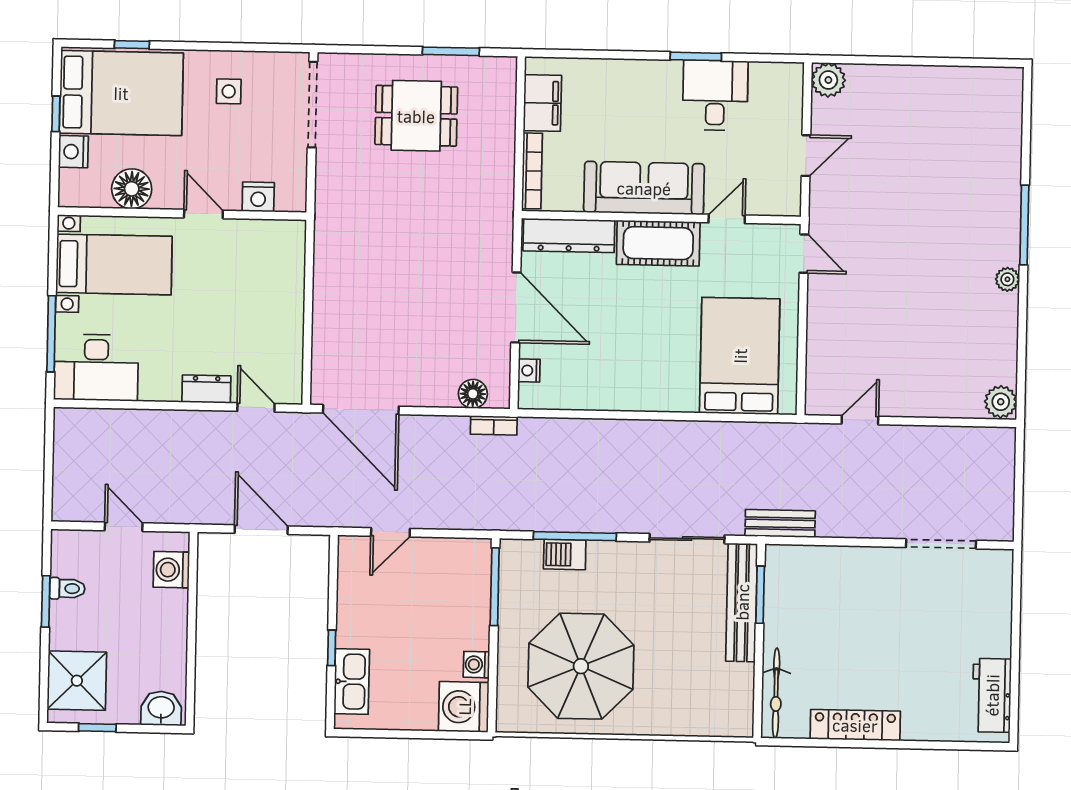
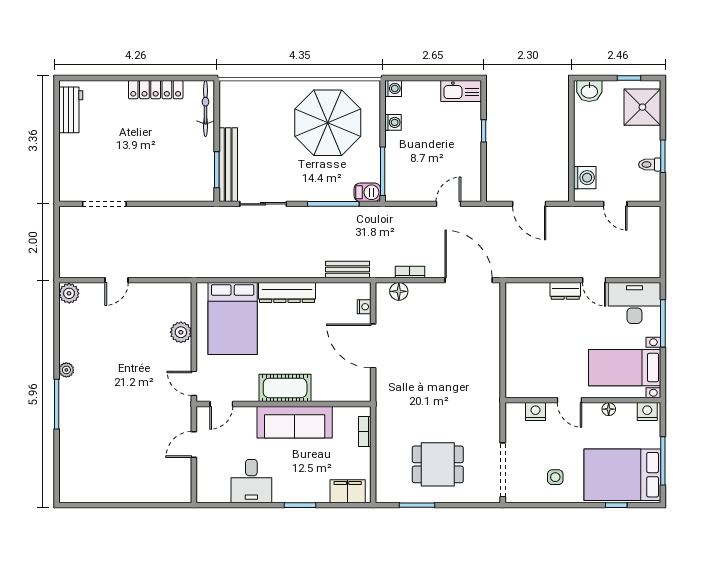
window: (696, 56) -> (300, 505), moved
plant: (828, 80) -> (181, 332), moved
filing cabinet: (542, 103) -> (348, 491), moved, turned 90
window: (56, 114) -> (663, 461), width x2.17
nightstand: (73, 152) -> (647, 412), moved, turned -90
bookcase: (532, 171) -> (365, 431), width x0.64
floor lamp: (132, 189) -> (609, 409), width x0.53, depth x0.53
door: (727, 219) -> (221, 404), moved
dresser: (569, 235) -> (287, 293), moved, turned 180
door: (256, 407) -> (594, 280), moved
door: (860, 420) -> (117, 280), moved
bookcase: (494, 425) -> (410, 272), moved
bench: (780, 524) -> (347, 269), moved
barbecue: (565, 554) -> (367, 192), moved
kitchen sink: (352, 682) -> (461, 91), moved, turned -90
washing machine: (464, 707) -> (393, 88), width x0.53, depth x0.53

